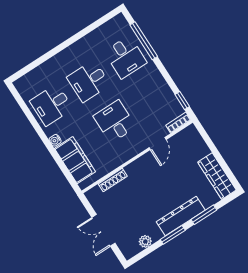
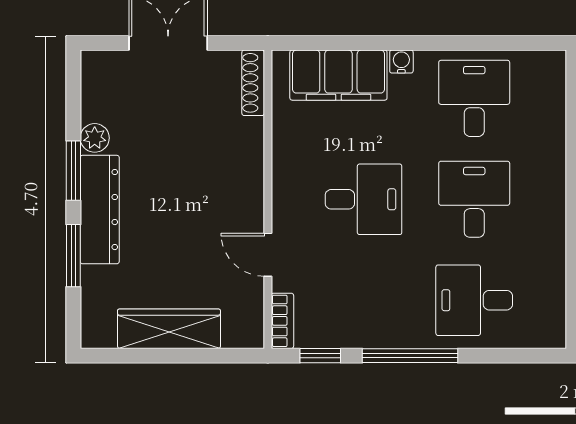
window: (144, 41) -> (410, 356), moved
wardrobe: (217, 176) -> (169, 329), moved
shoe rack: (113, 180) -> (253, 83), moved
plant: (145, 241) -> (95, 138), moved

